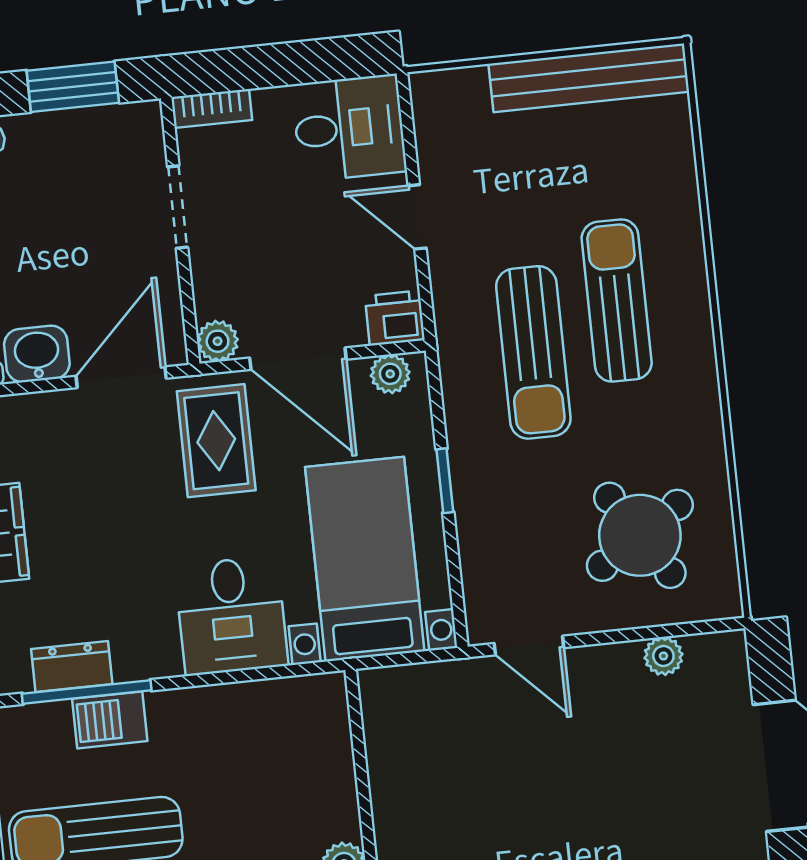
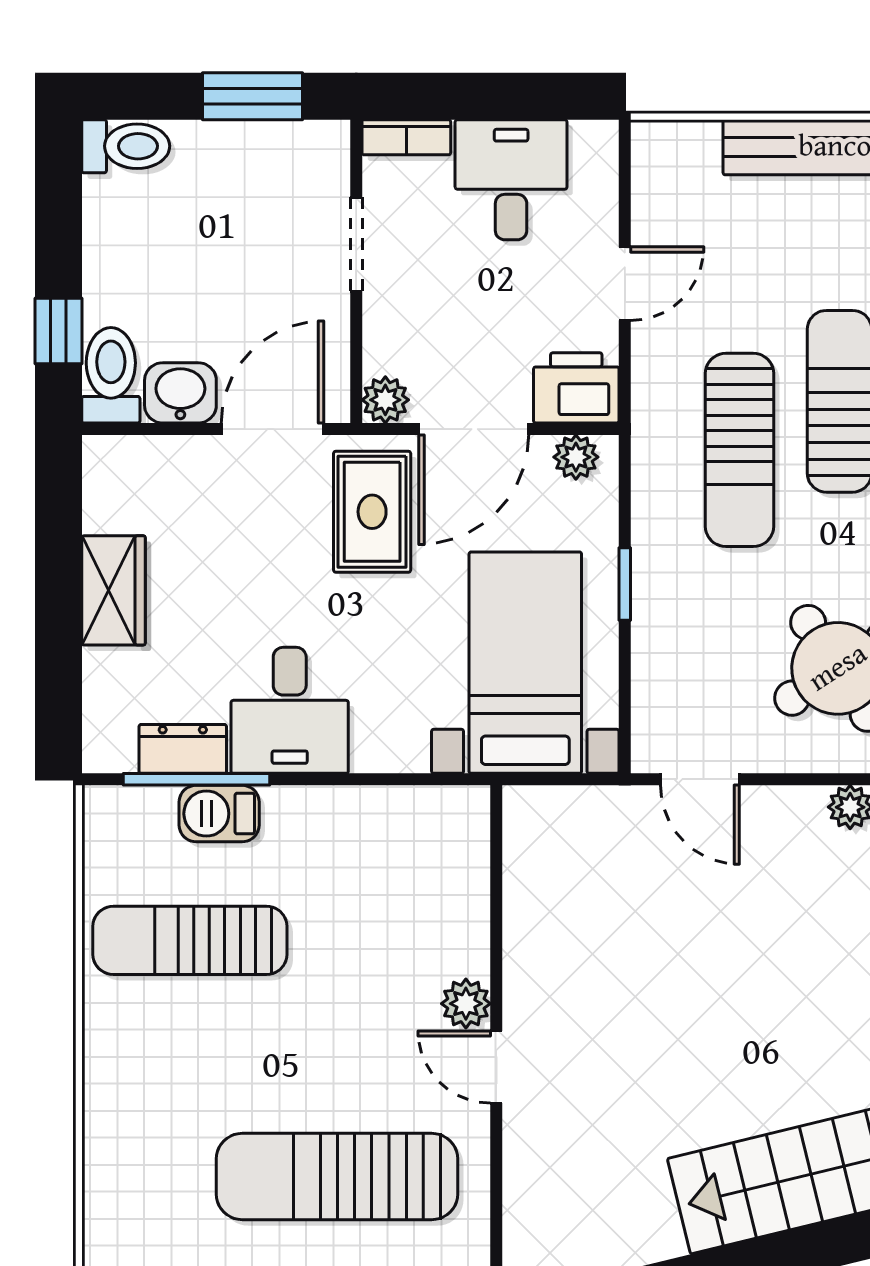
desk: (349, 128) -> (511, 180), moved, turned -90
door: (417, 217) -> (625, 284), swing flipped
printer: (395, 318) -> (576, 388), width x1.36, depth x1.24
door: (298, 359) -> (474, 429), hinge flipped
desk: (231, 616) -> (290, 710), moved

